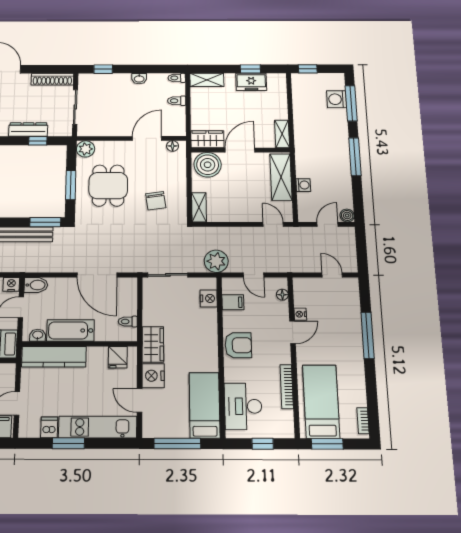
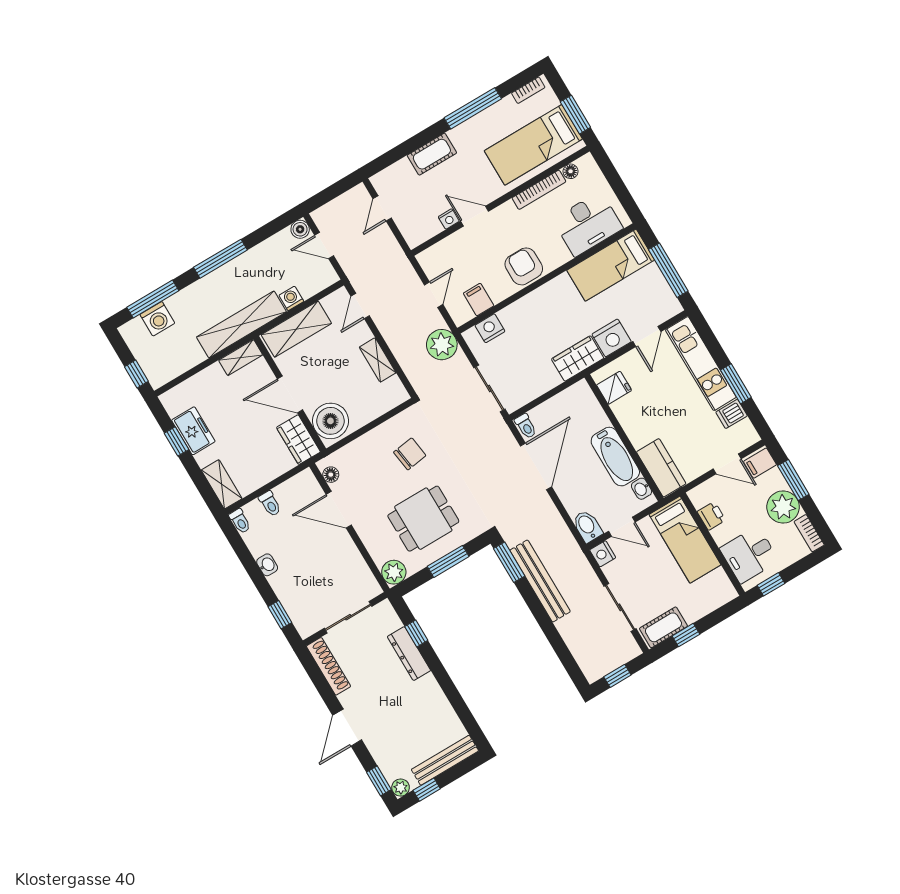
shelving: (304, 146) -> (241, 324), added
shelving: (199, 207) -> (378, 360), moved, turned 90
floor lamp: (282, 295) -> (571, 171), moved
toilet: (128, 322) -> (526, 426), moved
cot: (352, 329) -> (432, 154), added
window: (368, 335) -> (473, 108), moved
kitchen counter: (54, 357) -> (661, 468), width x0.67
window: (263, 444) -> (615, 182), removed

